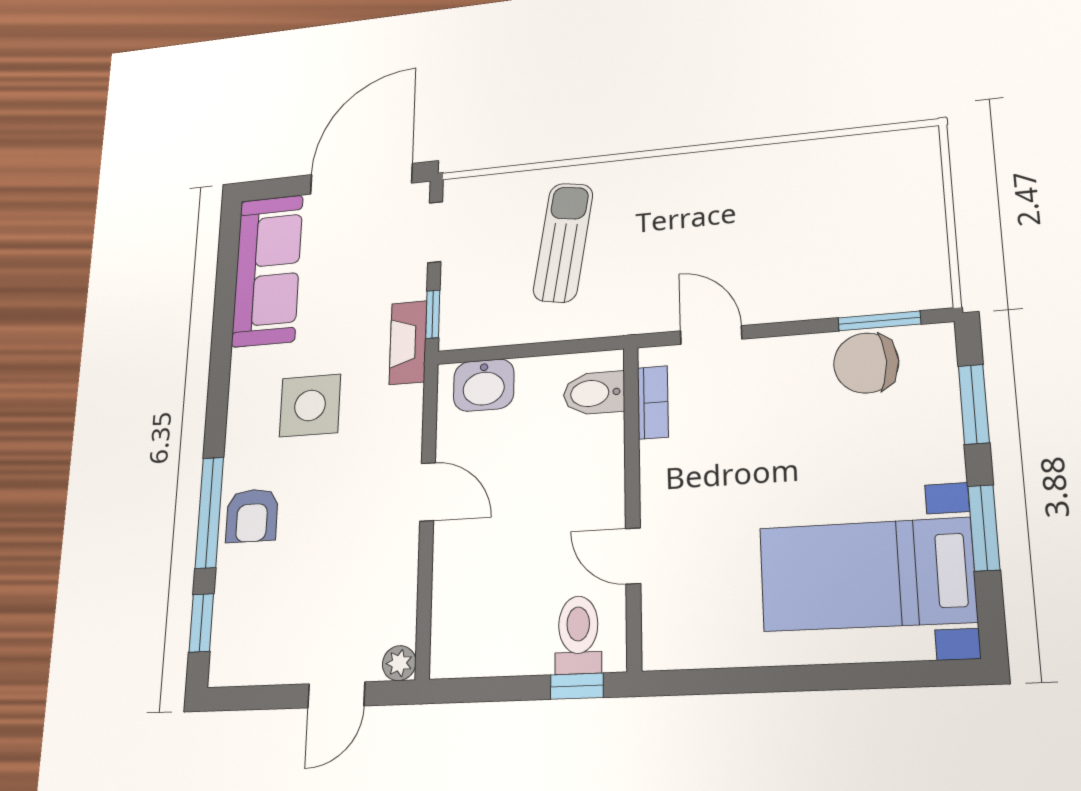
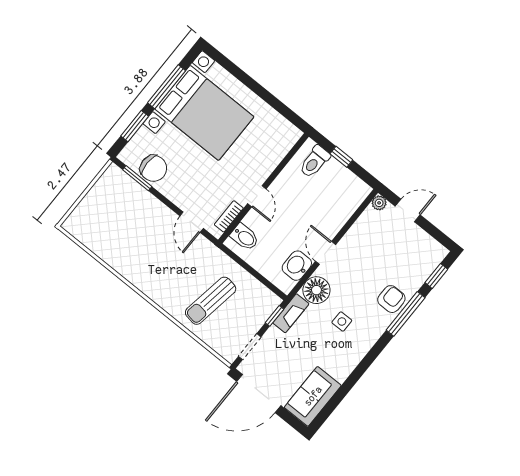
sofa: (267, 271) -> (313, 396), width x0.73
washbasin: (484, 385) -> (297, 266), moved, turned -90
side table: (310, 405) -> (342, 322), width x0.54, depth x0.54
floor lamp: (394, 417) -> (316, 290), added
window: (984, 528) -> (166, 87), width x1.44
door: (633, 556) -> (257, 196), moved
bed with nightstands: (867, 574) -> (204, 113), width x1.36
window: (577, 686) -> (341, 157), moved

